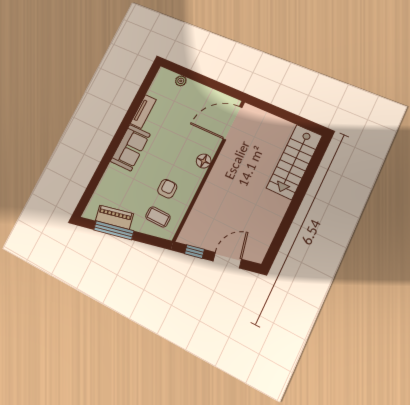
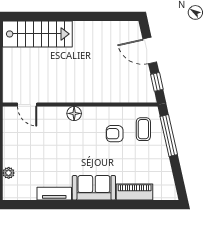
door: (233, 123) -> (27, 105), width x0.53
piano: (114, 217) -> (135, 192), moved, turned 103
window: (114, 230) -> (169, 136), moved

